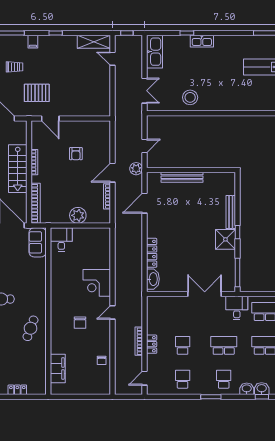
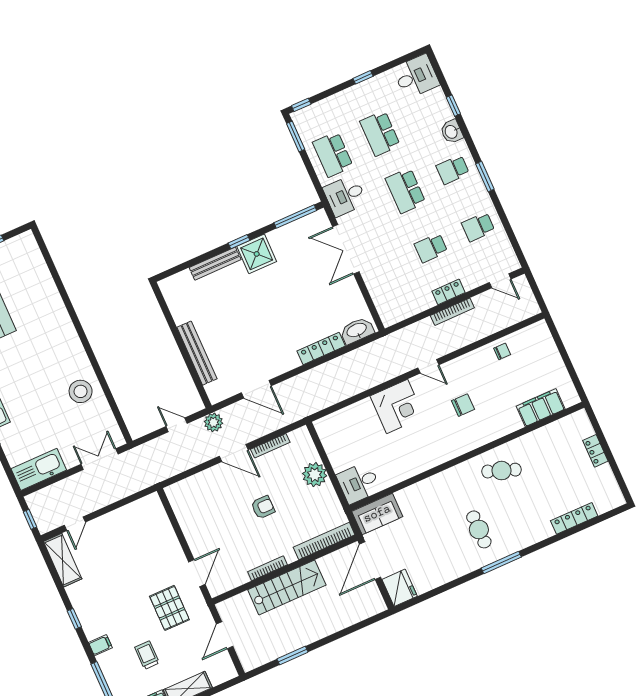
armchair: (76, 154) -> (263, 507), moved
washbasin: (262, 389) -> (442, 111), removed

